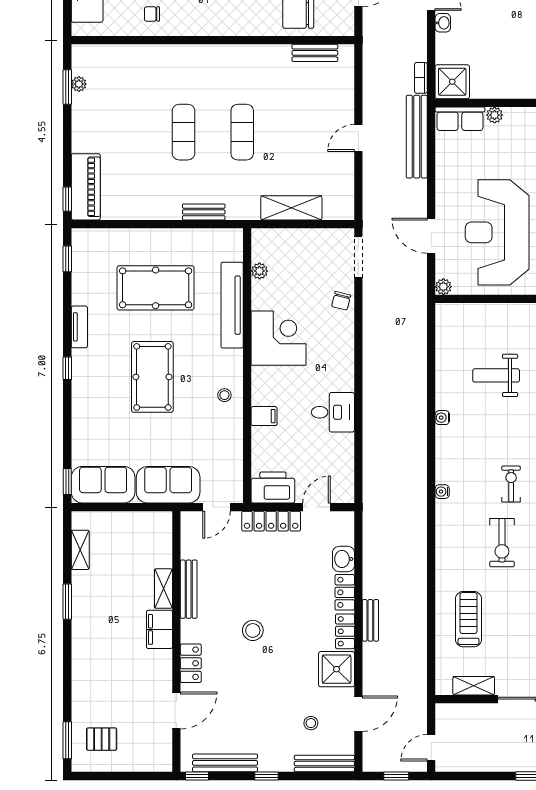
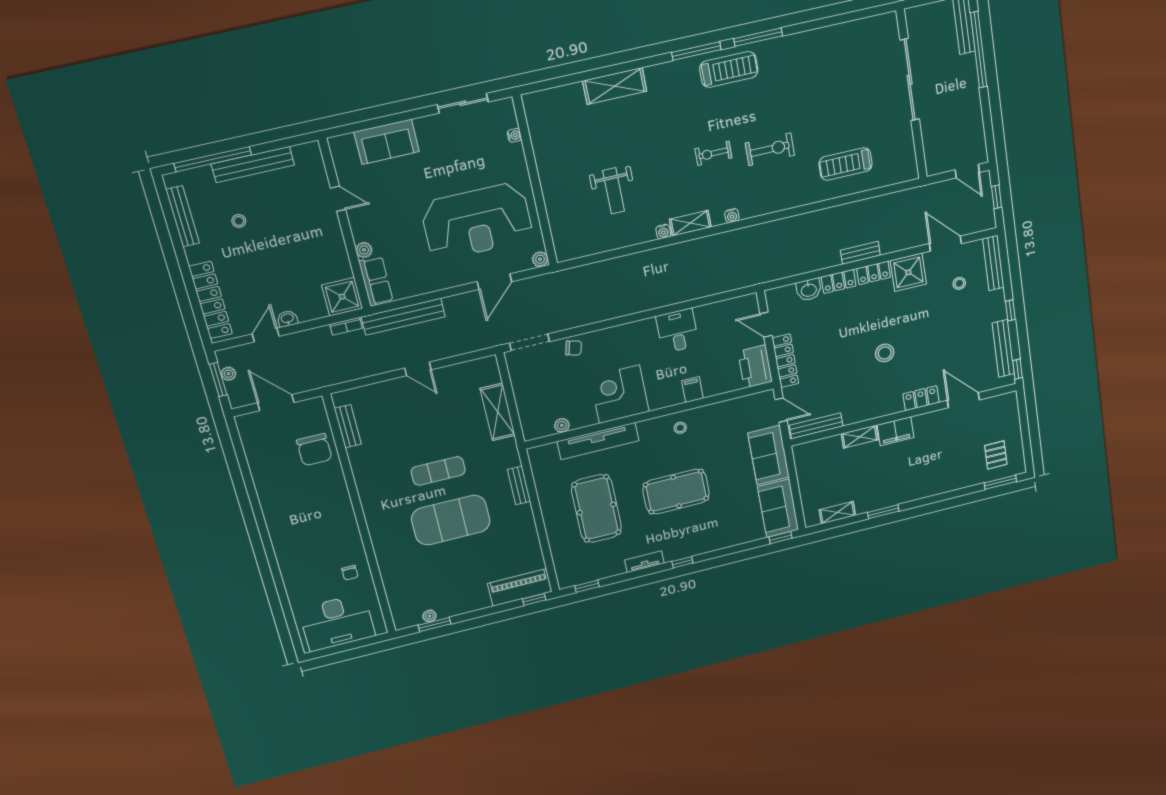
exercise mat: (183, 132) -> (451, 520), width x2.00, depth x1.45
bench: (189, 589) -> (816, 426), moved
shelving: (474, 686) -> (690, 223), moved, turned 90

